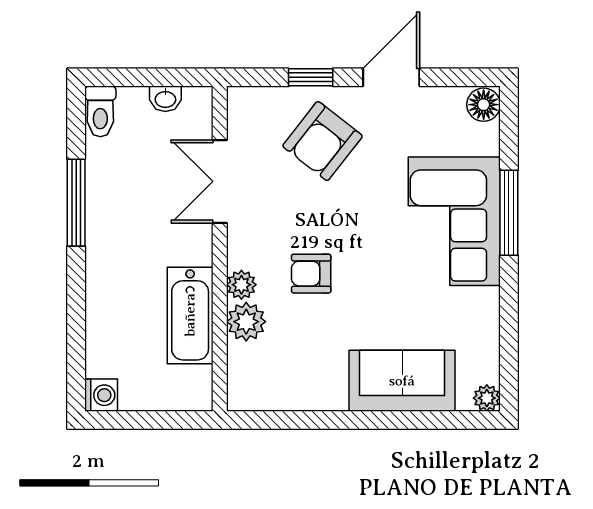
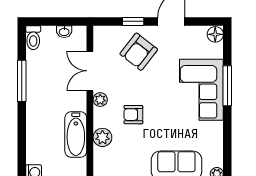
plant: (241, 285) -> (100, 100), moved

